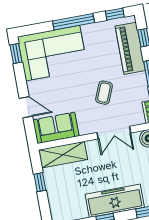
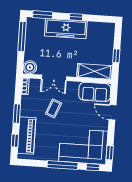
window: (115, 14) -> (93, 167), moved
double door: (114, 133) -> (54, 78), swing flipped

